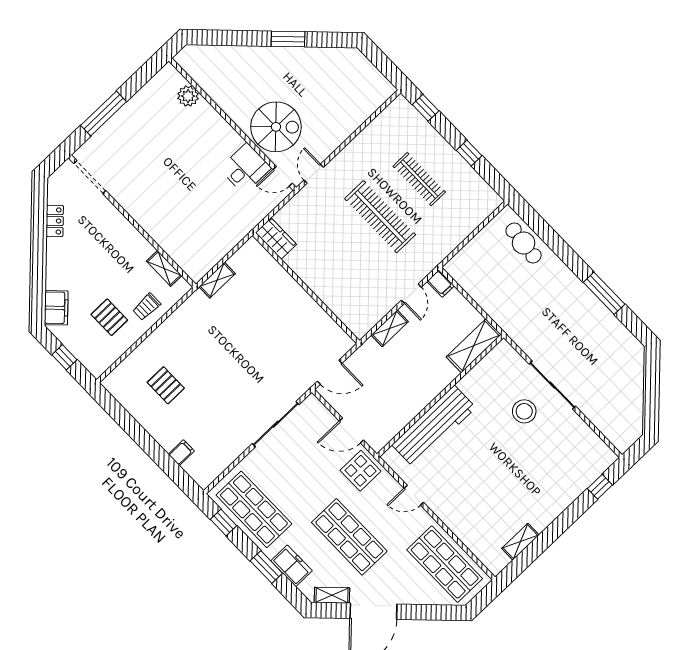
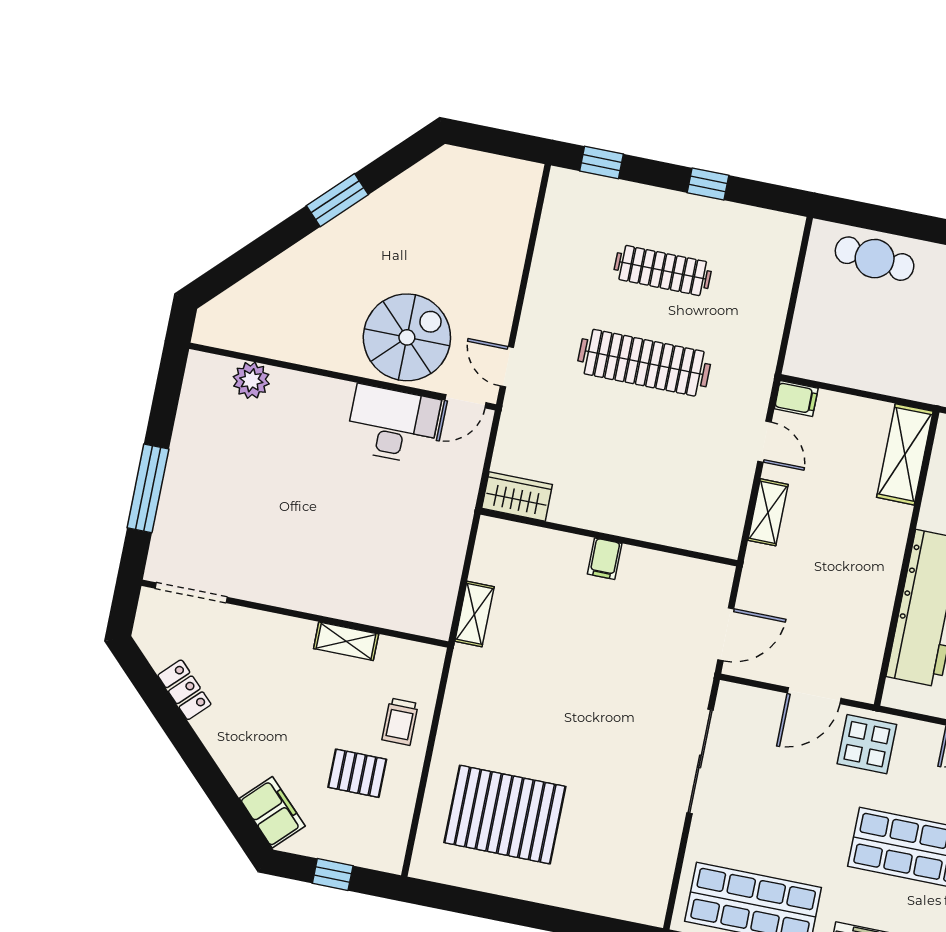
desk: (245, 168) -> (393, 424), width x1.37
shelving: (164, 268) -> (346, 641), moved
pallet: (166, 385) -> (505, 815), width x2.05, depth x2.00
filing cabinet: (181, 453) -> (605, 559), moved, turned 180

